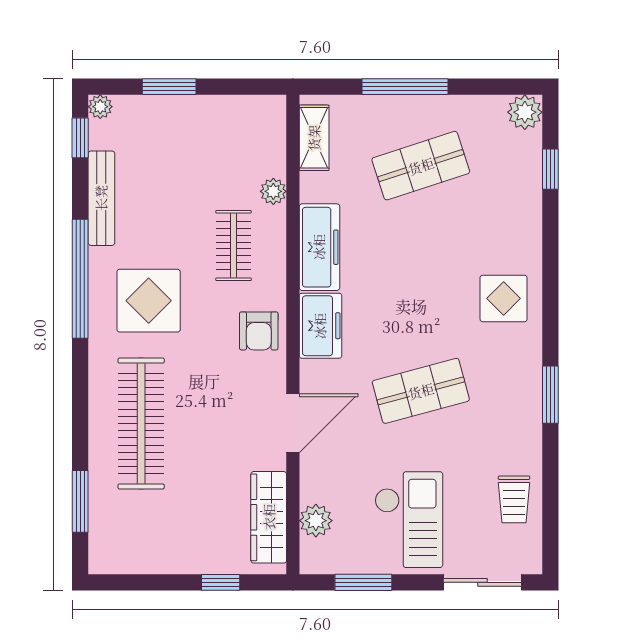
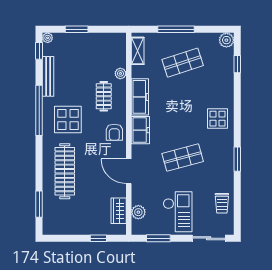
door: (293, 423) -> (129, 171), swing flipped
wardrobe: (269, 517) -> (119, 211), width x0.67

